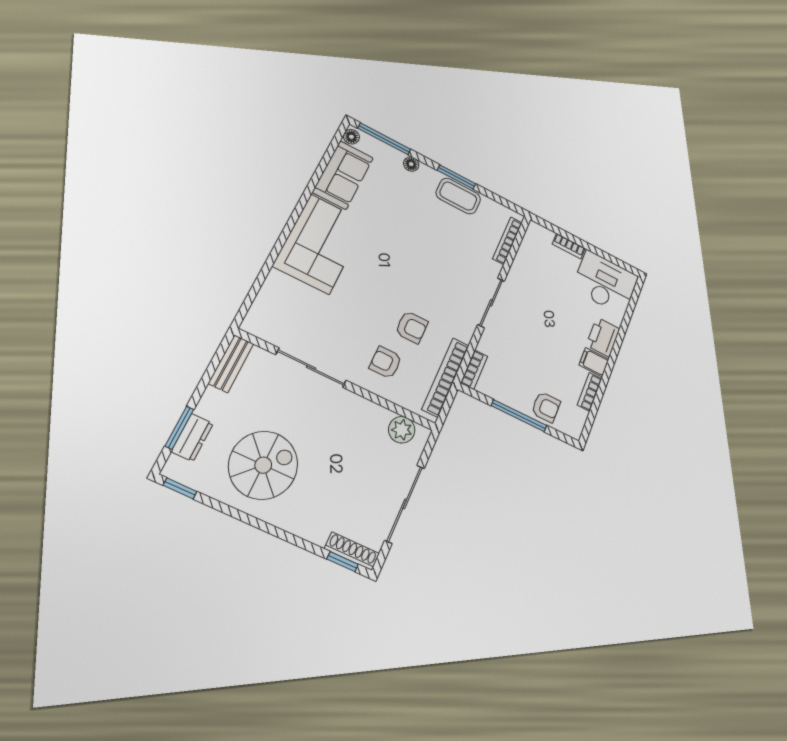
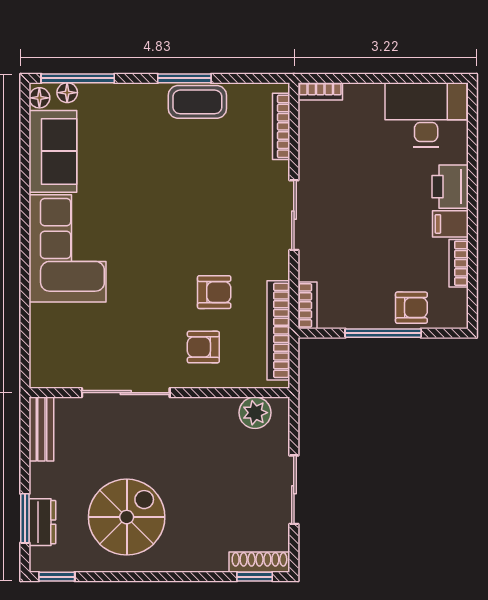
floor lamp: (411, 164) -> (67, 93), moved
bookcase: (569, 246) -> (320, 91), moved
sliding door: (405, 504) -> (294, 490), width x0.73

